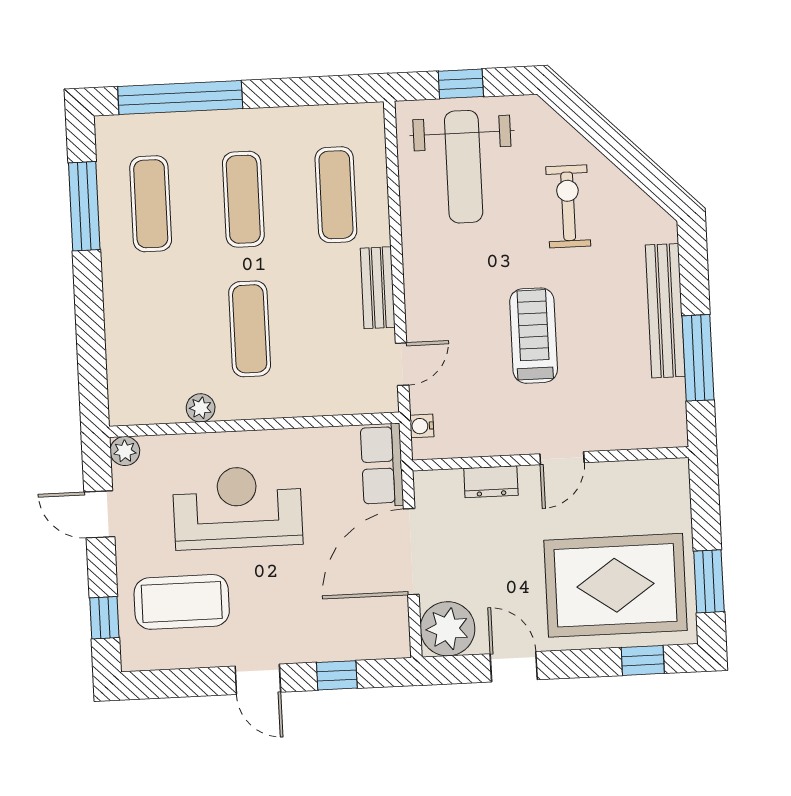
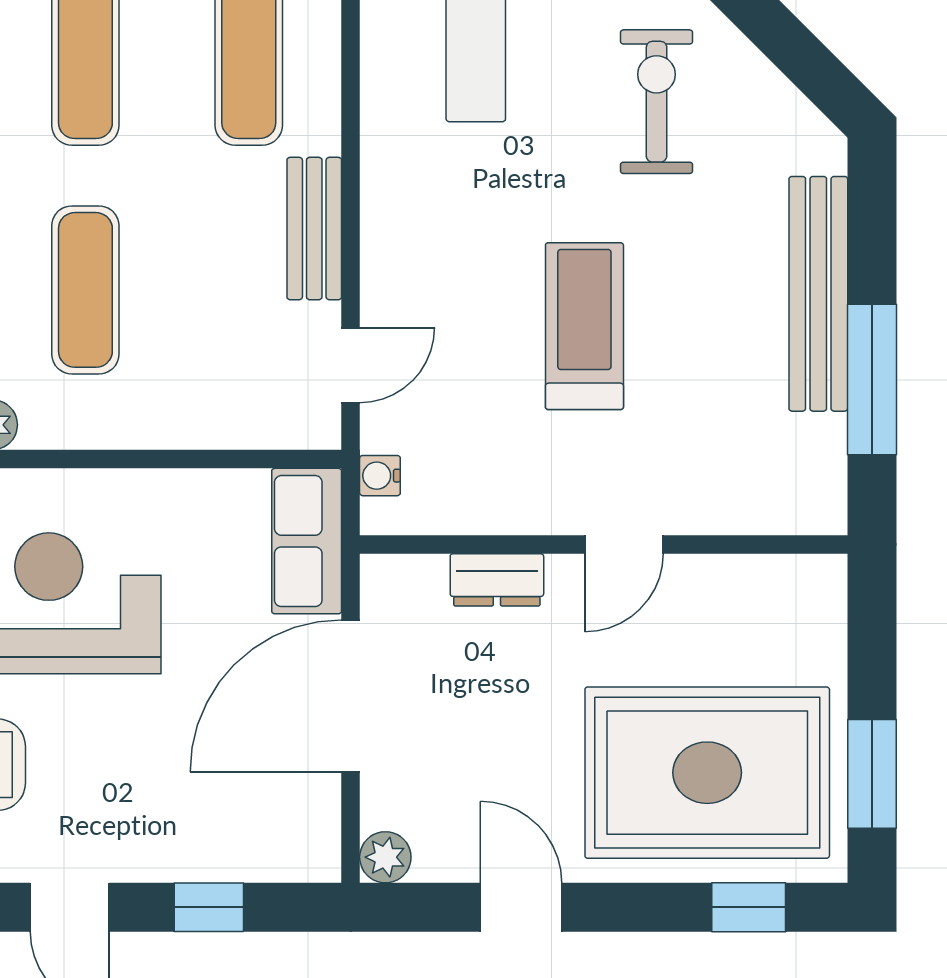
plant: (448, 629) -> (385, 857), width x0.53, depth x0.53

